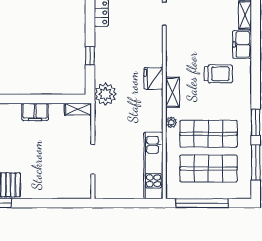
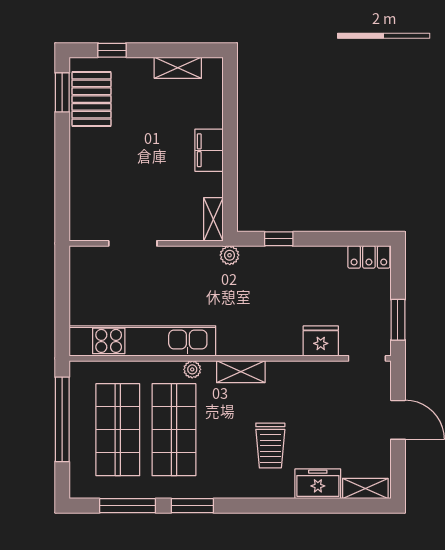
window: (90, 56) -> (279, 239), moved
fridge: (153, 78) -> (321, 341), moved
plant: (105, 94) -> (230, 255), width x0.53, depth x0.53
kitchen unit: (153, 165) -> (142, 341), width x1.36

